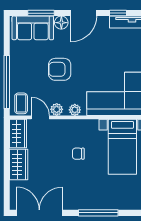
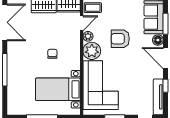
armchair: (60, 69) -> (120, 39), turned -90
plant: (75, 110) -> (92, 51), width x1.87, depth x1.87

